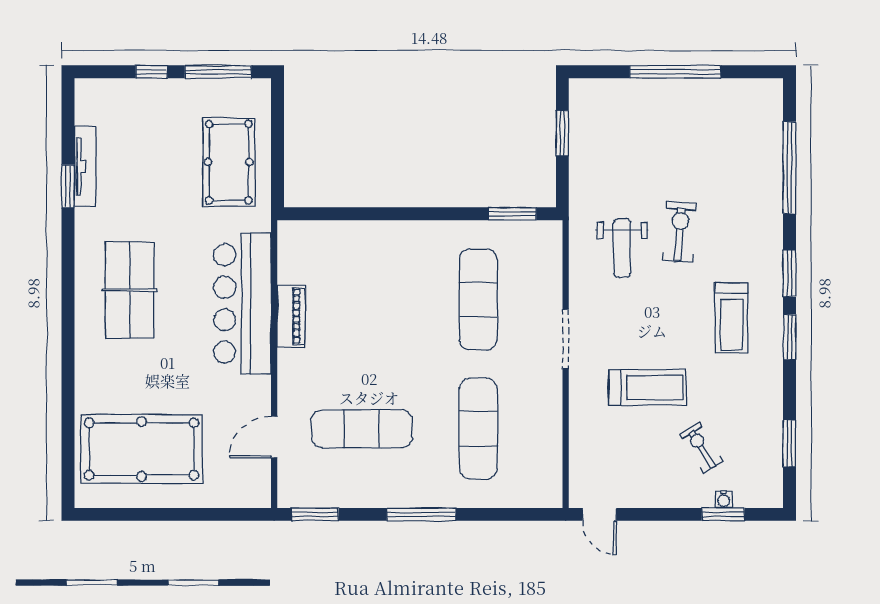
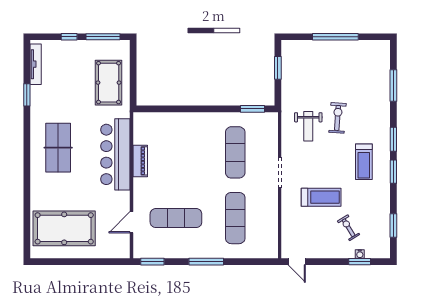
tv unit: (85, 166) -> (36, 64), moved
window: (789, 168) -> (393, 85), width x0.68

